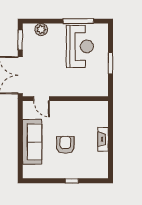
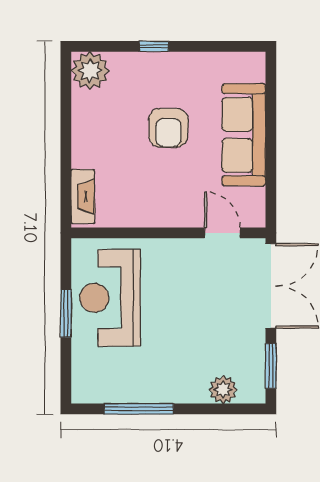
reception desk: (80, 46) -> (110, 298), moved
fireplace: (103, 139) -> (83, 196), moved
plant: (100, 170) -> (90, 71), added

